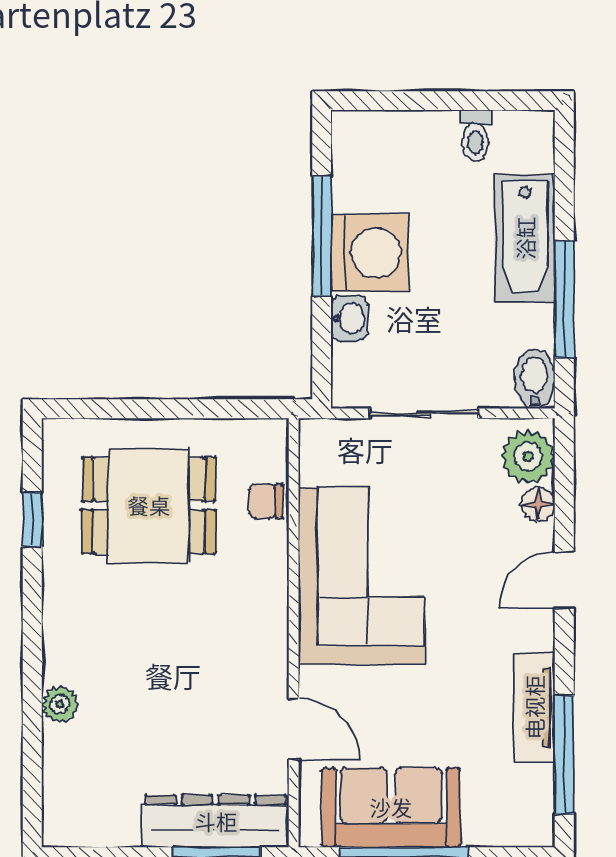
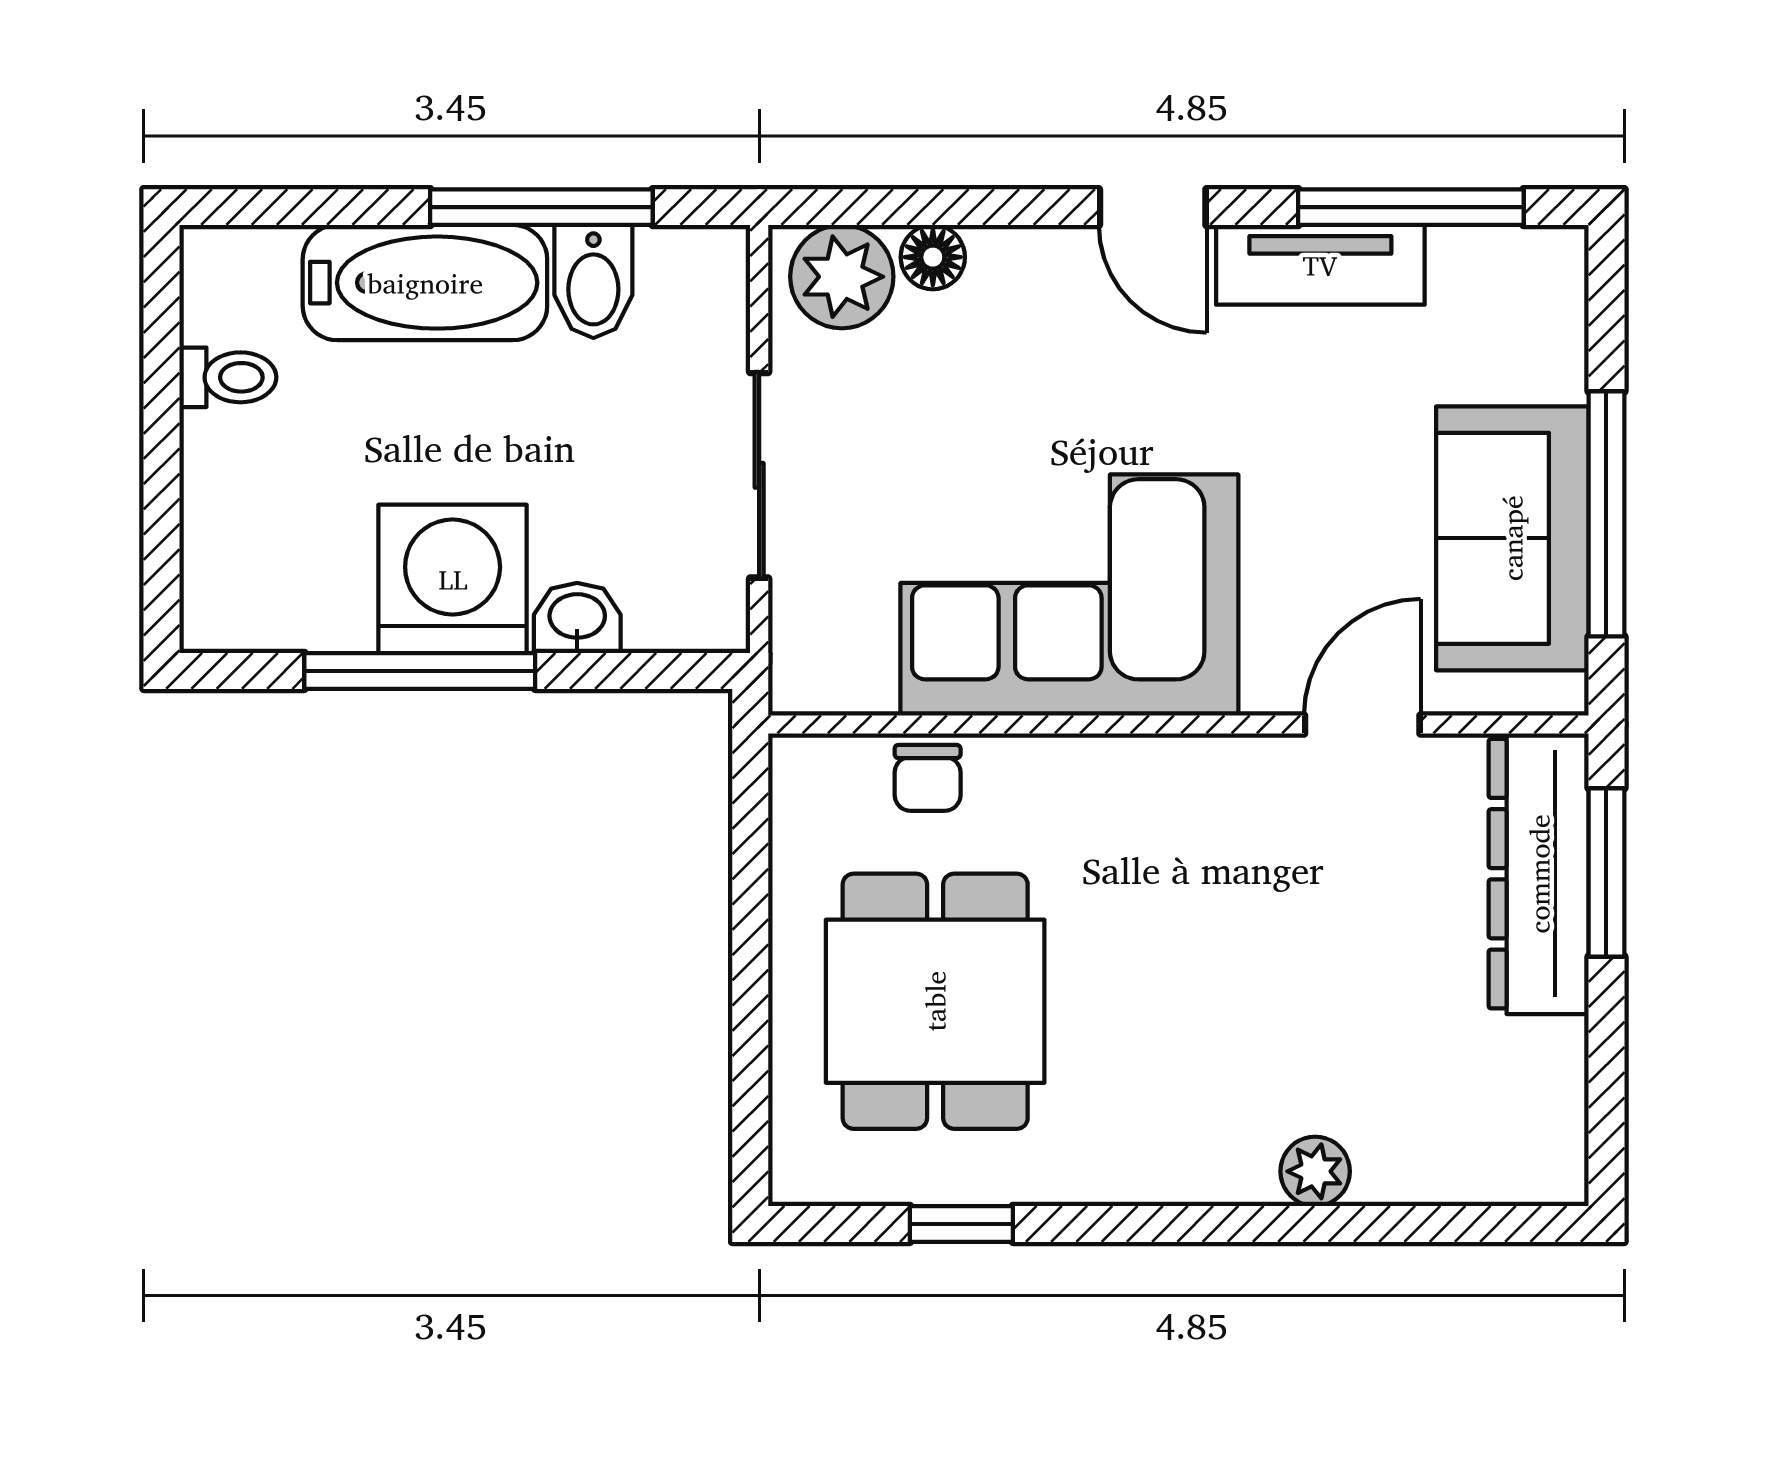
bidet: (535, 379) -> (593, 281), moved, turned -90
door: (564, 580) -> (1153, 207), moved

